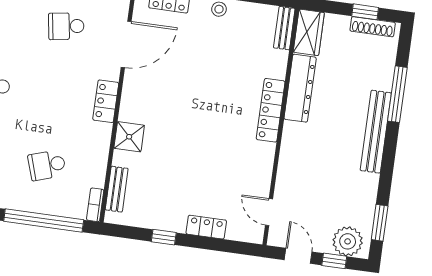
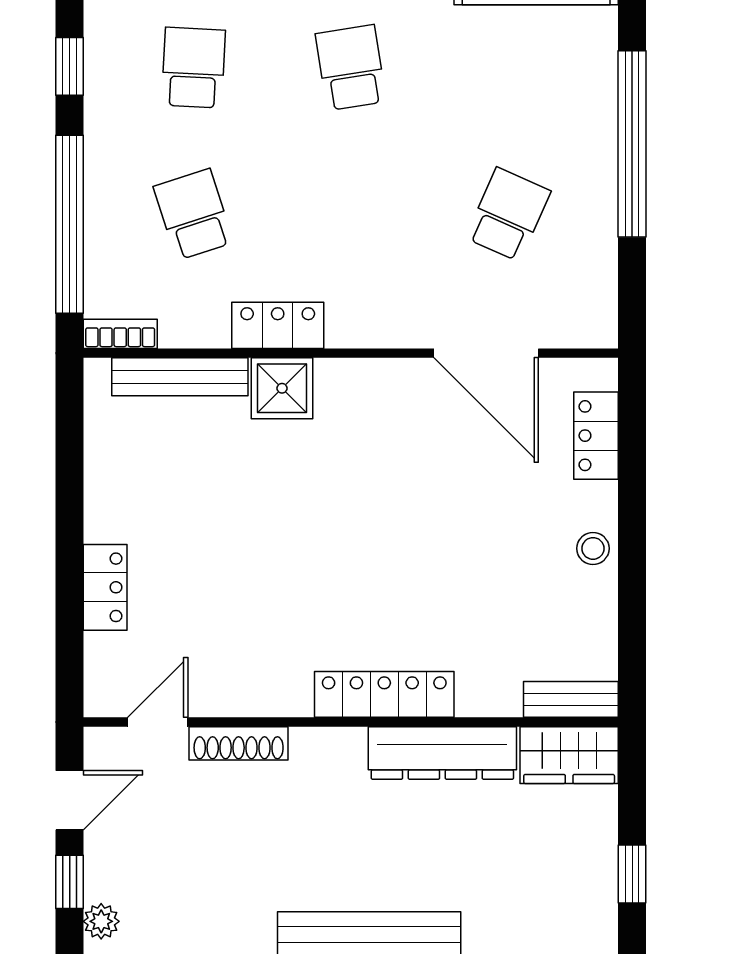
school desk: (66, 26) -> (508, 214), turned 33
shoe rack: (373, 27) -> (239, 743), moved, turned -90
locker: (106, 101) -> (278, 325), moved
bench: (117, 189) -> (180, 377), width x1.36
window: (164, 237) -> (70, 496), removed
plant: (348, 241) -> (101, 921), width x0.53, depth x0.53

